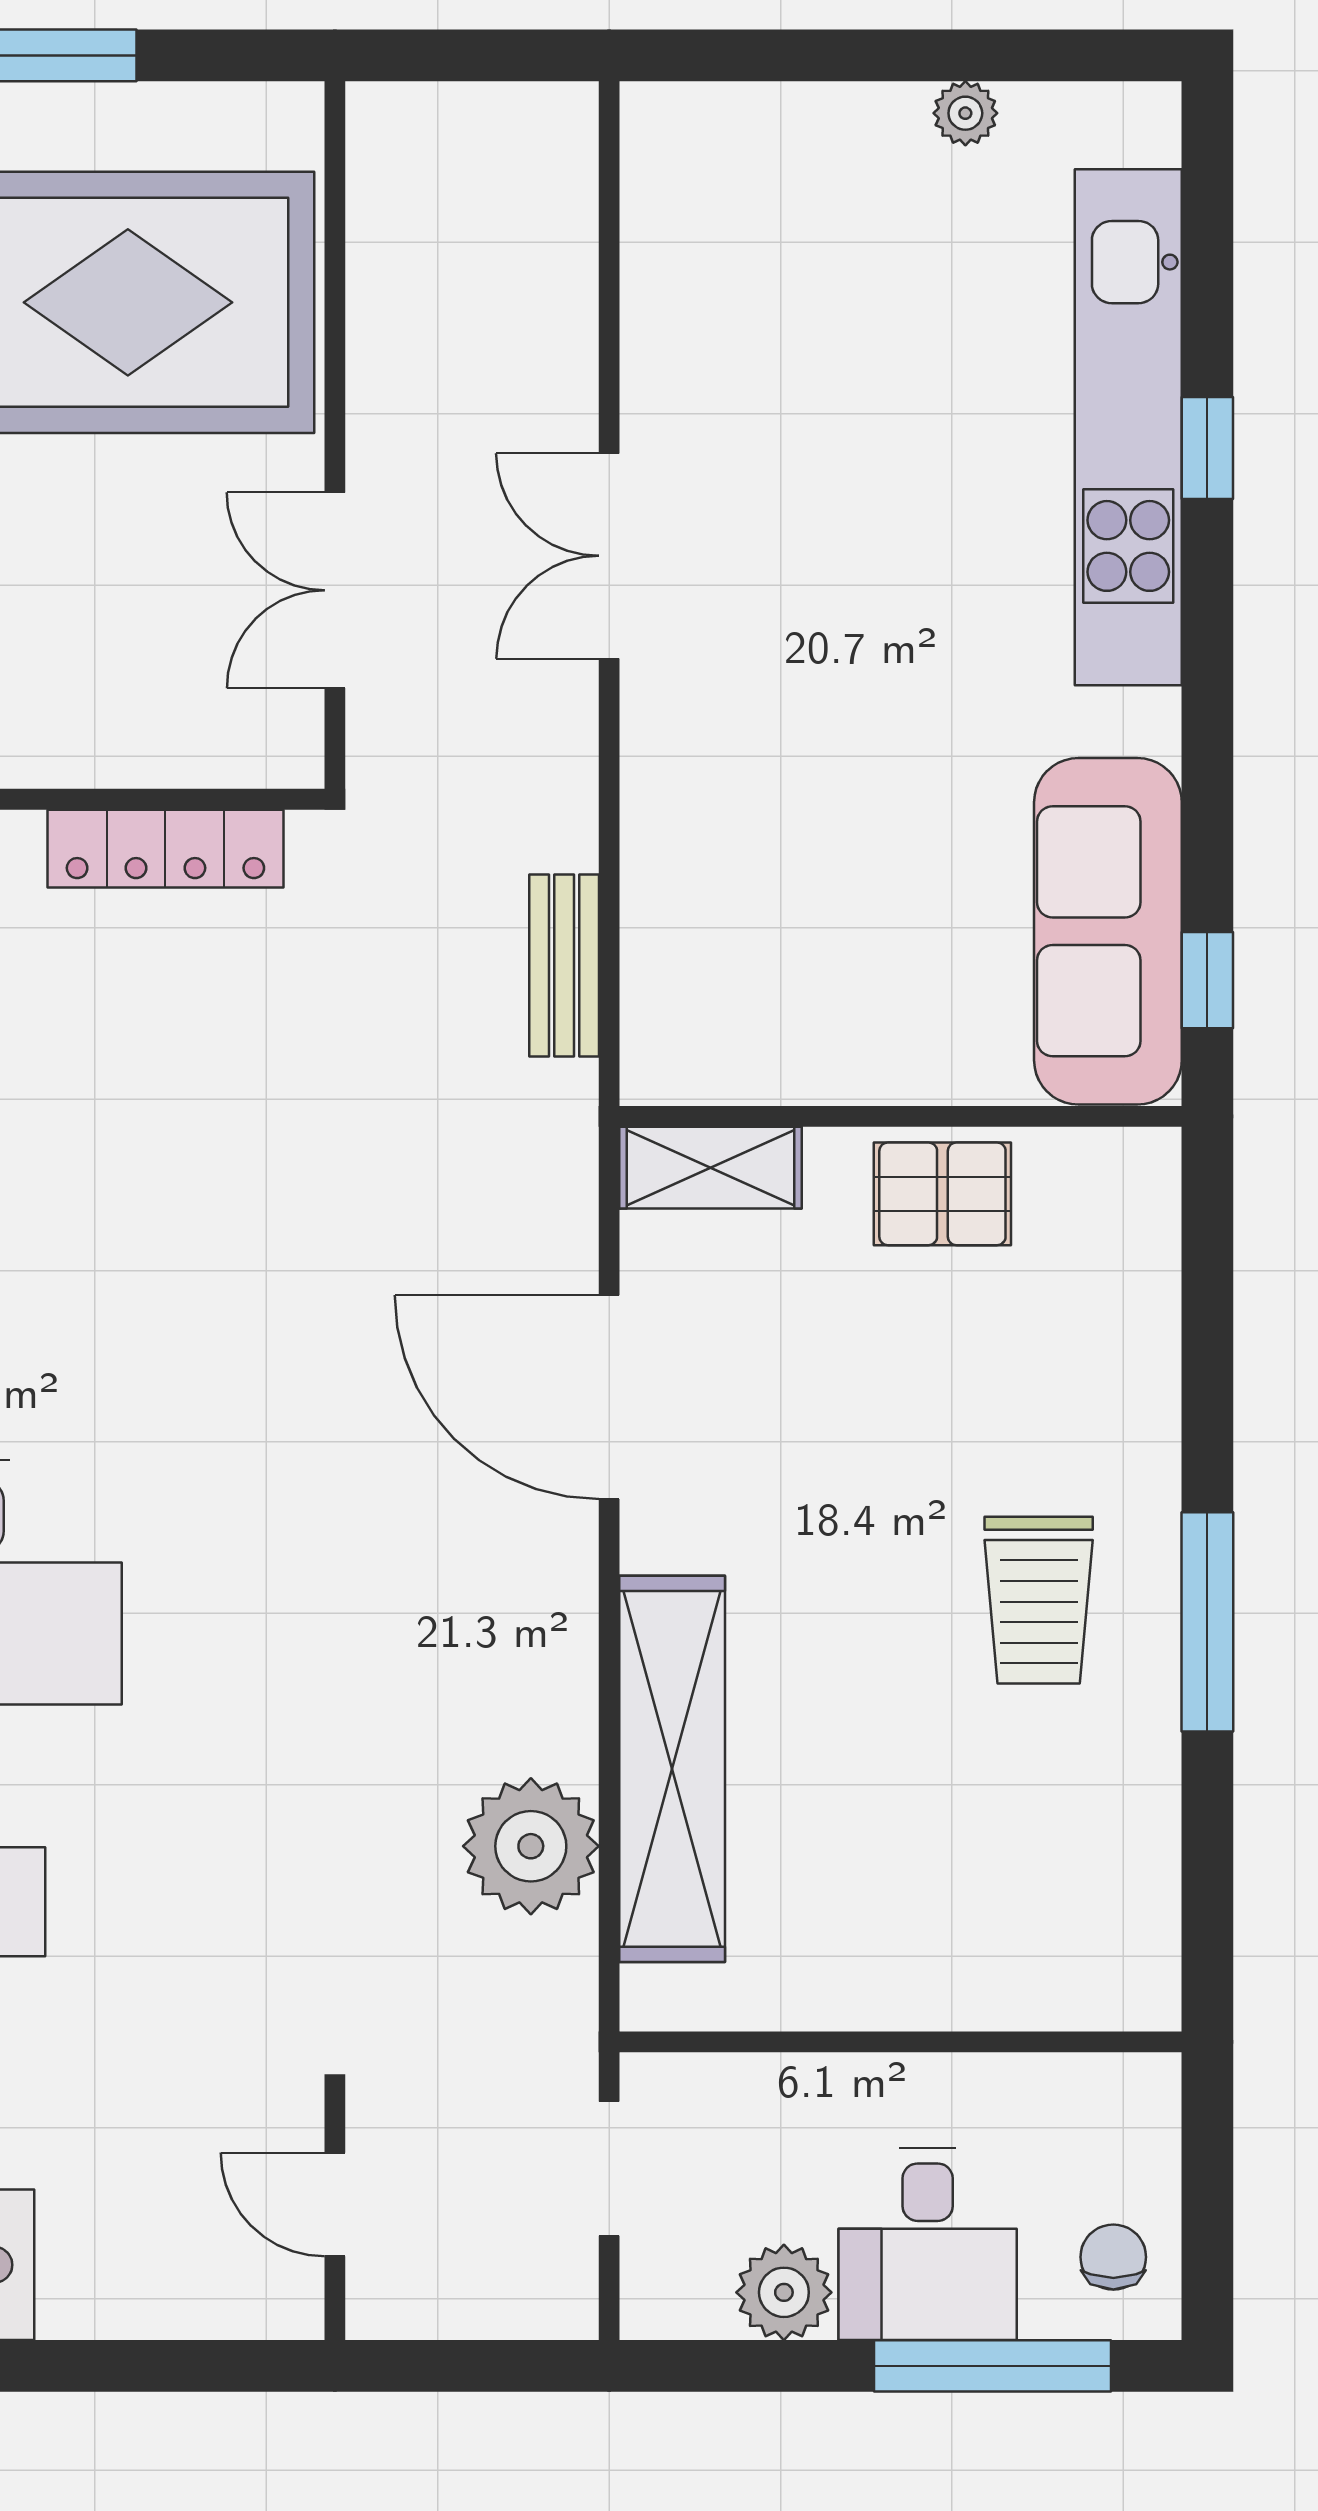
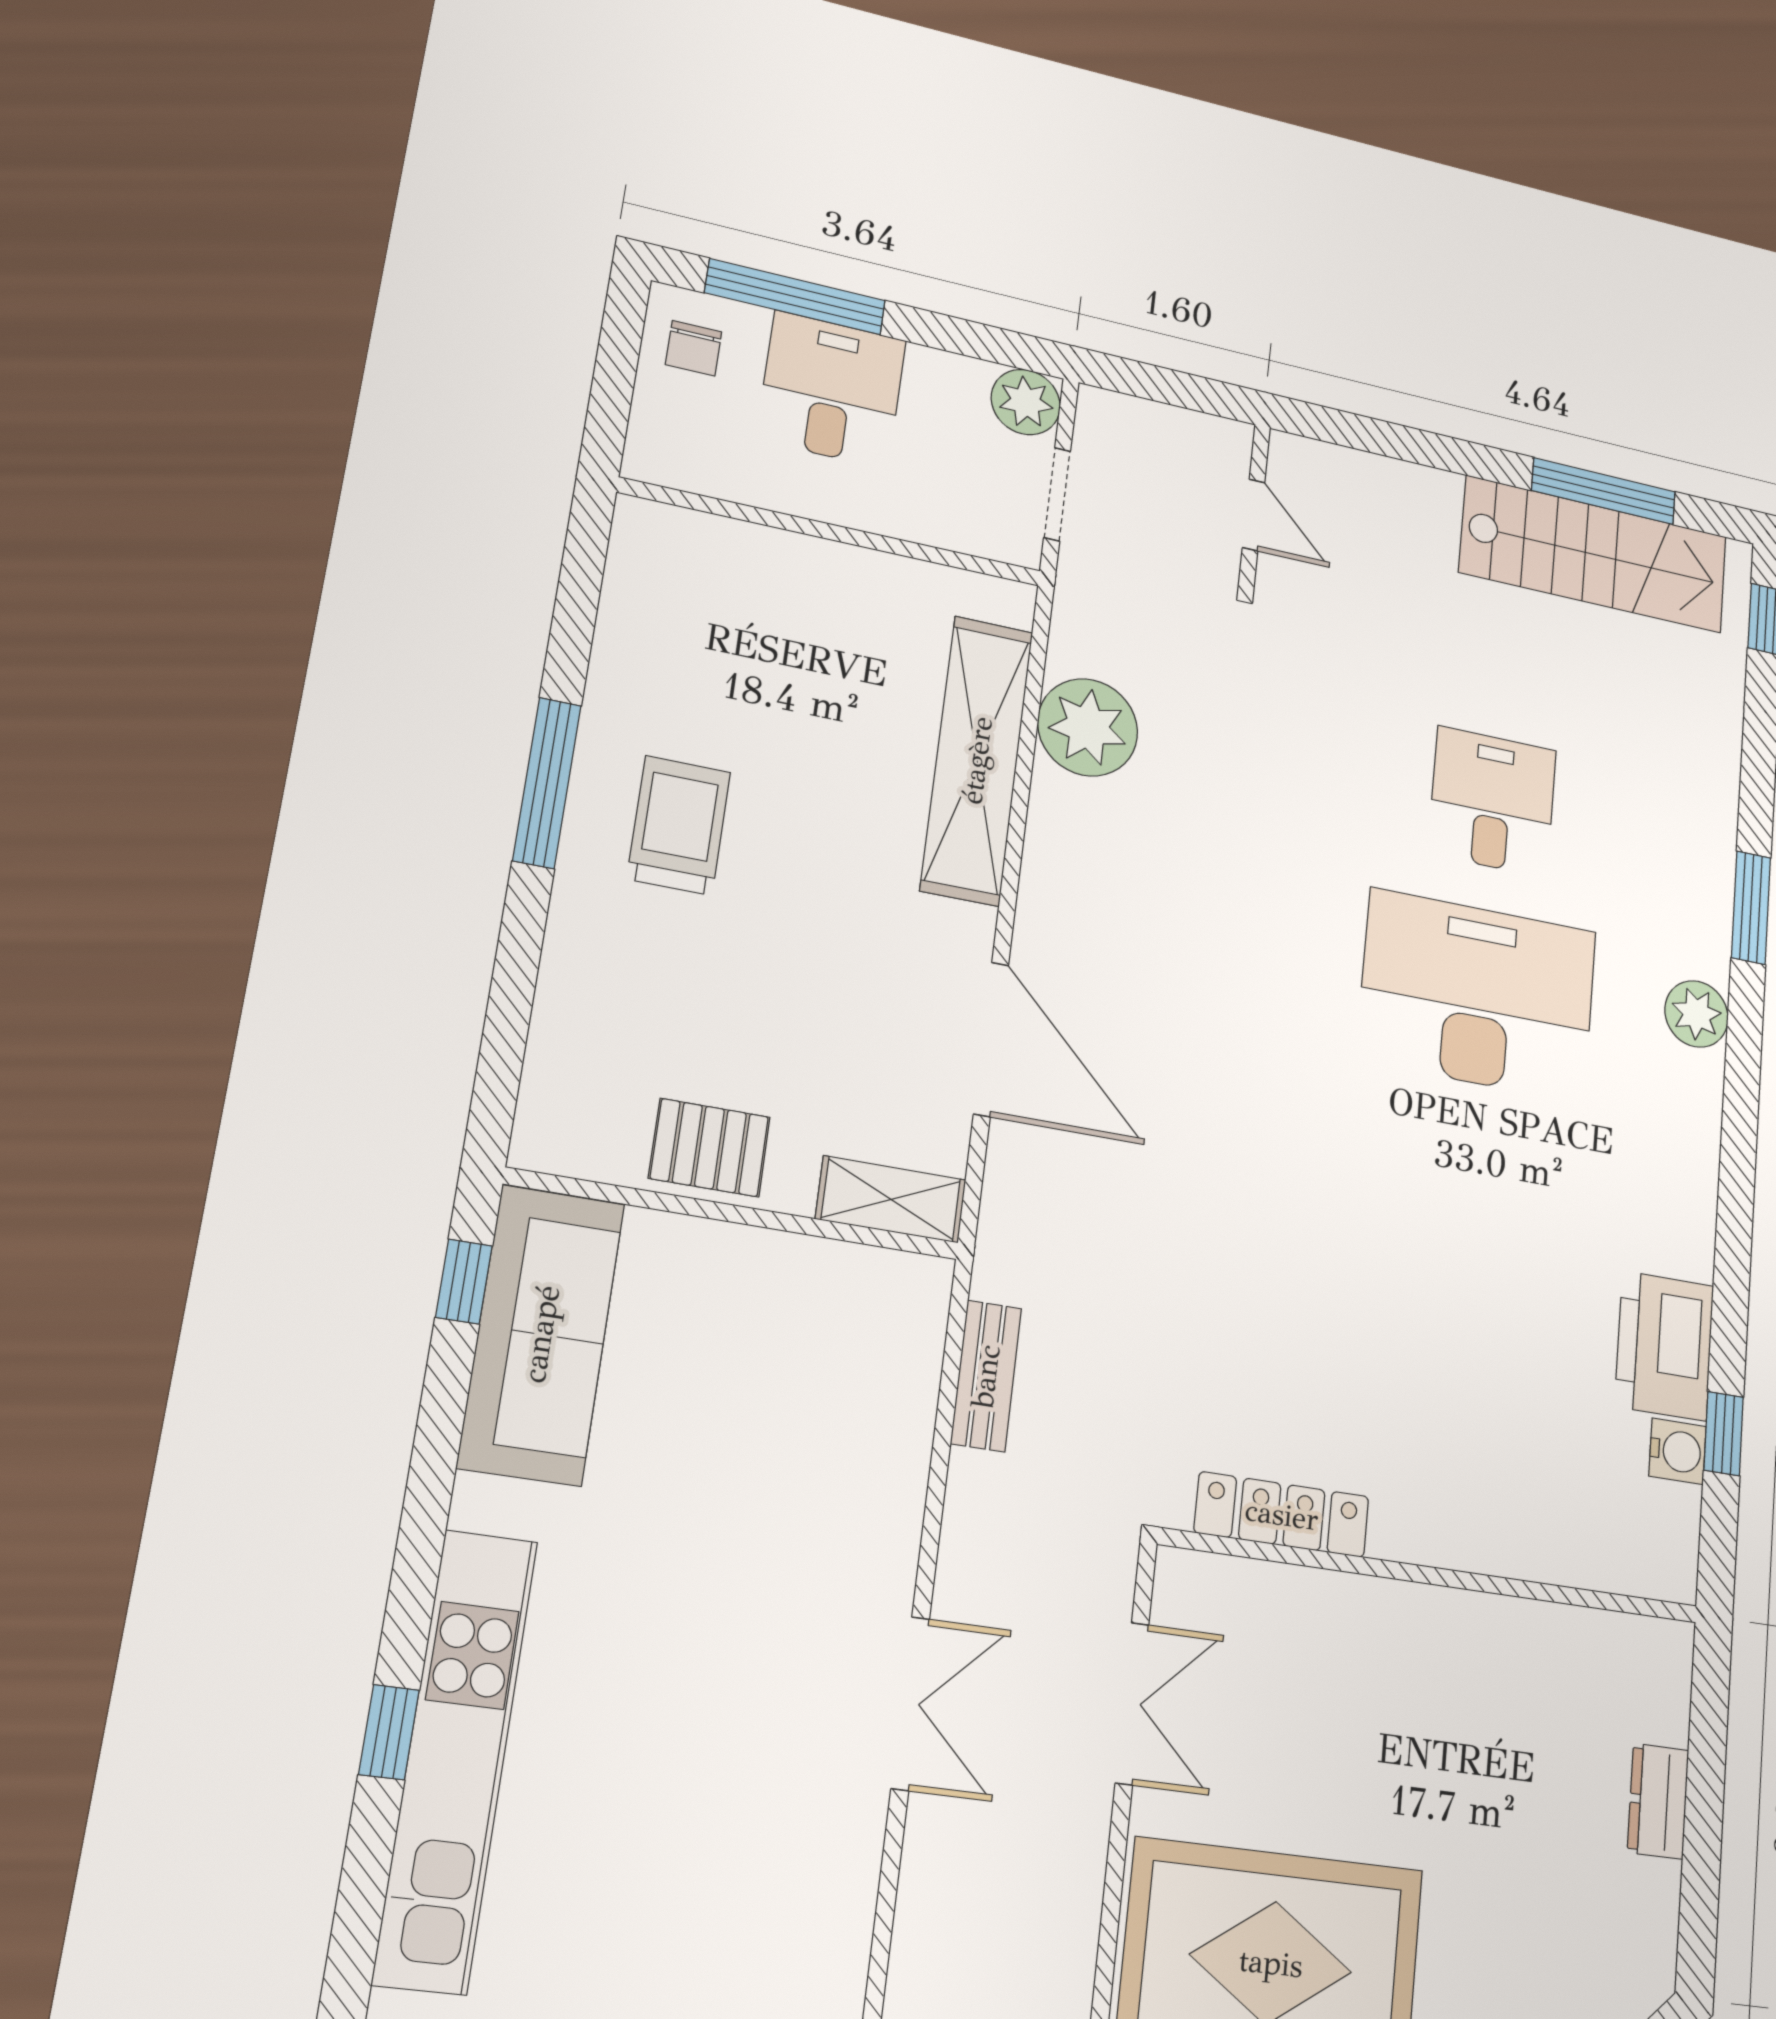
plant: (784, 2292) -> (1026, 402), moved

